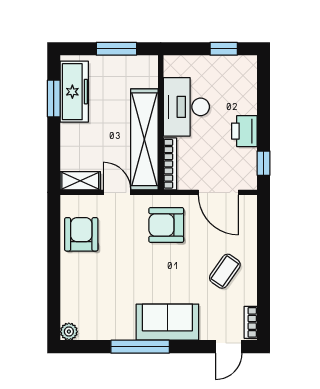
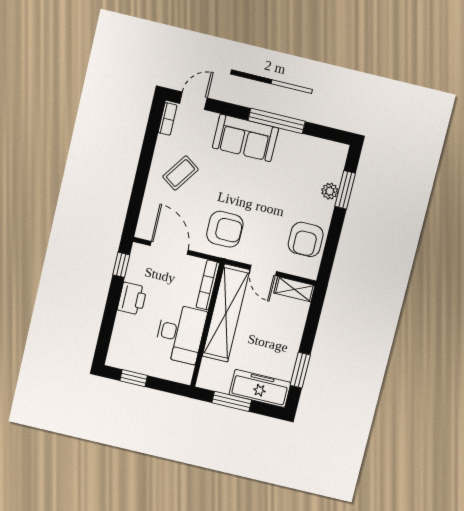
freezer: (74, 92) -> (260, 388), moved, turned 90
window: (54, 294) -> (345, 190), added
plant: (69, 332) -> (330, 191), moved

